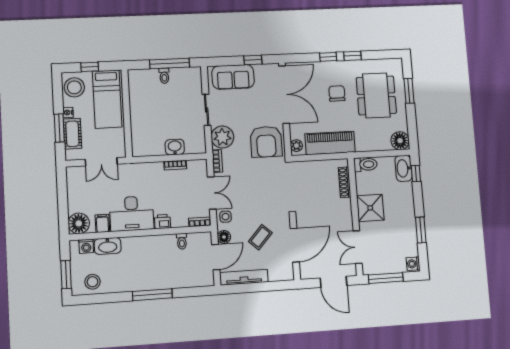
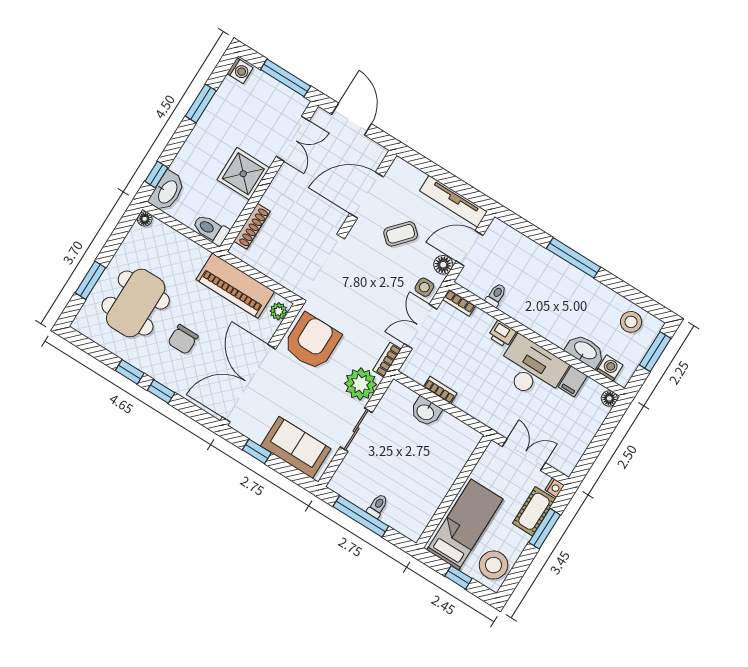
nightstand: (68, 113) -> (555, 488), moved
floor lamp: (400, 141) -> (145, 219), width x0.53, depth x0.53
floor lamp: (79, 223) -> (609, 398), width x0.53, depth x0.53

